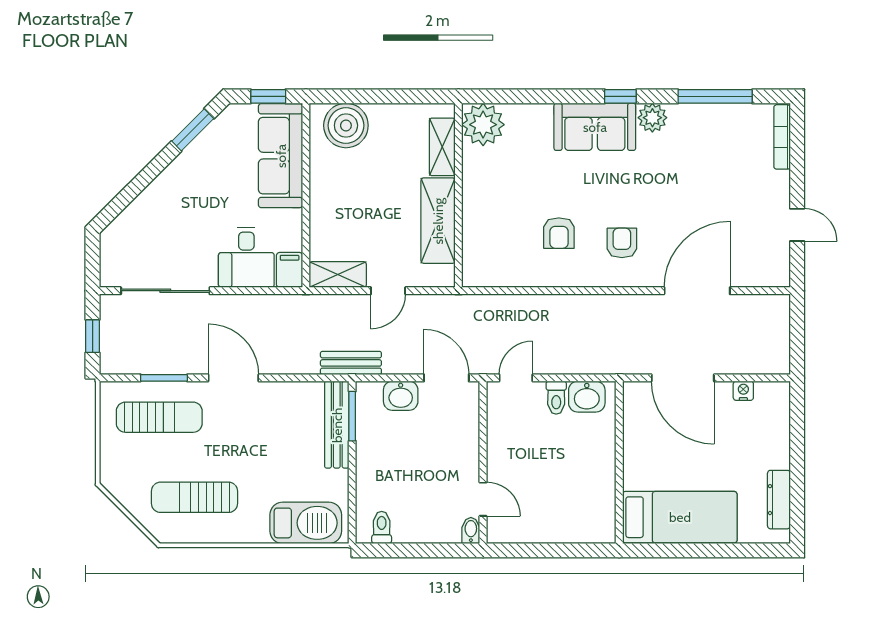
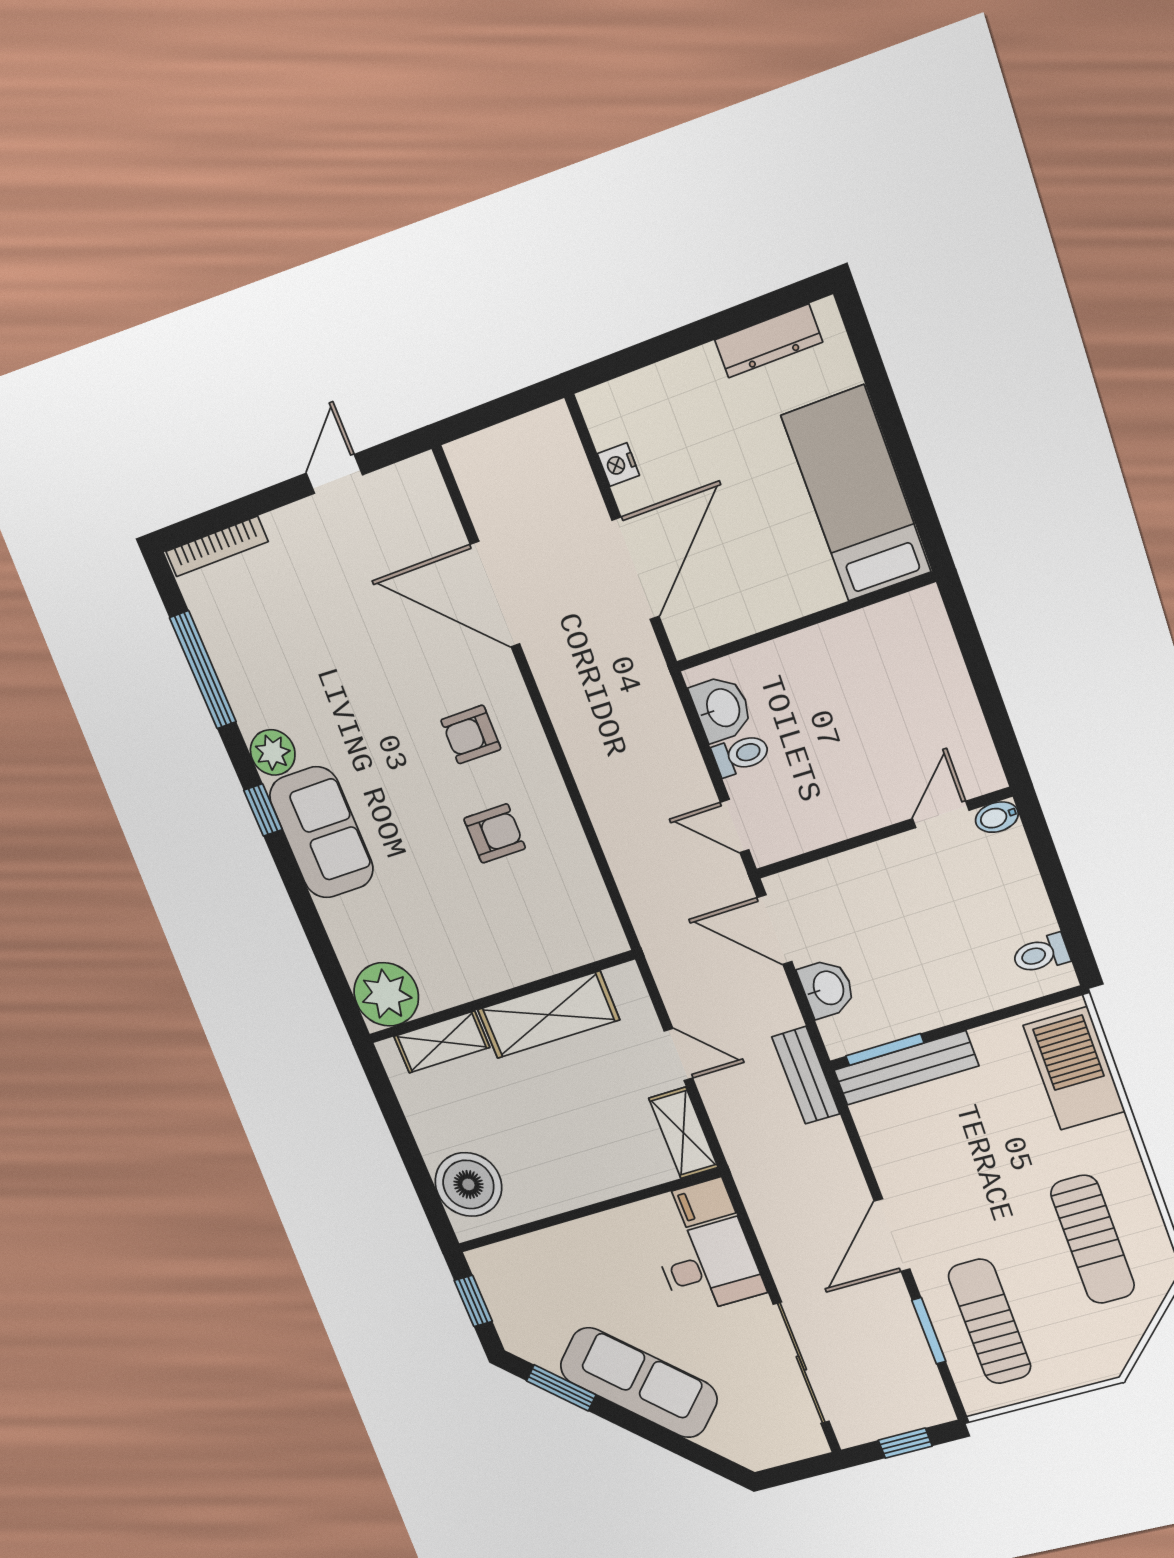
sofa: (281, 156) -> (639, 1383), moved, turned -135
door: (446, 378) -> (775, 930), hinge flipped

